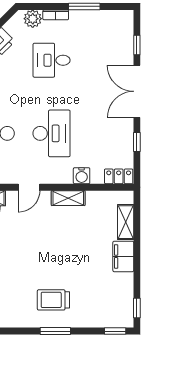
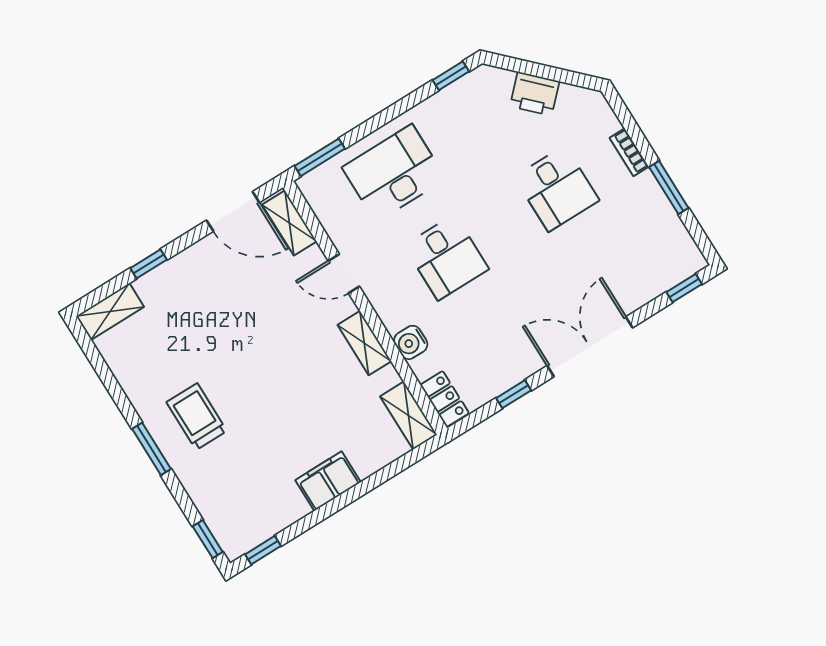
plant: (33, 19) -> (602, 121), removed
window: (137, 45) -> (684, 288), moved
desk: (52, 60) -> (557, 189), turned 180
desk: (52, 133) -> (446, 257), width x0.73
shelving: (126, 222) -> (409, 416), moved, turned 90

